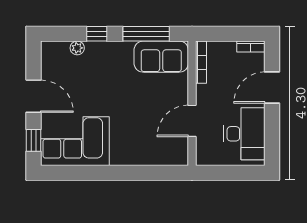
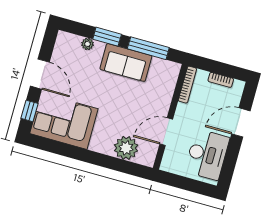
window: (97, 34) -> (107, 37), width x1.50
bookcase: (251, 47) -> (221, 80), moved
sofa: (161, 57) -> (126, 62), moved
plant: (152, 152) -> (126, 148), added

